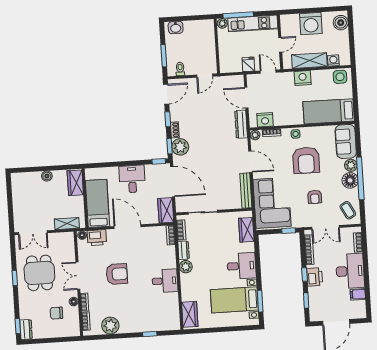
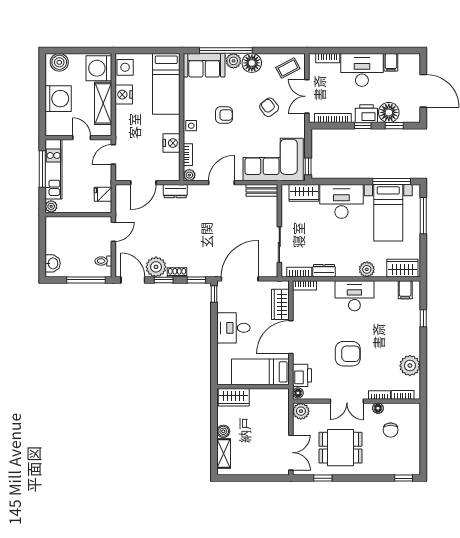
window: (238, 15) -> (42, 169), moved
window: (164, 56) -> (86, 280), width x1.44
washing machine: (333, 61) -> (99, 68), width x1.89, depth x1.89
fridge: (248, 64) -> (103, 194), moved
door: (205, 76) -> (113, 232), hinge flipped
nightstand: (303, 78) -> (124, 95), moved
nightstand: (265, 120) -> (172, 143), moved
dresser: (241, 124) -> (175, 191), width x0.70
plant: (180, 147) -> (156, 267), moved
armchair: (306, 160) -> (224, 115), width x0.53, depth x0.53
window: (360, 178) -> (226, 50), moved
bench: (246, 191) -> (262, 190), width x0.73
armchair: (315, 197) -> (269, 107), turned -128
wardrobe: (166, 210) -> (280, 304), moved, turned 90
shelving: (67, 224) -> (224, 454), moved
double door: (326, 227) -> (307, 96), swing flipped
window: (289, 231) -> (308, 166), moved
plant: (67, 239) -> (301, 411), added
desk: (242, 266) -> (341, 201), width x1.37
plant: (186, 267) -> (367, 269), moved
armchair: (117, 274) -> (348, 354), turned 90
window: (15, 278) -> (323, 478), moved
desk: (165, 281) -> (354, 296), width x1.37
floor lamp: (317, 295) -> (389, 112), added
window: (260, 301) -> (392, 182), width x1.44
filing cabinet: (172, 318) -> (405, 290), added
dresser: (26, 329) -> (408, 468), removed
window: (234, 329) -> (423, 216), added

